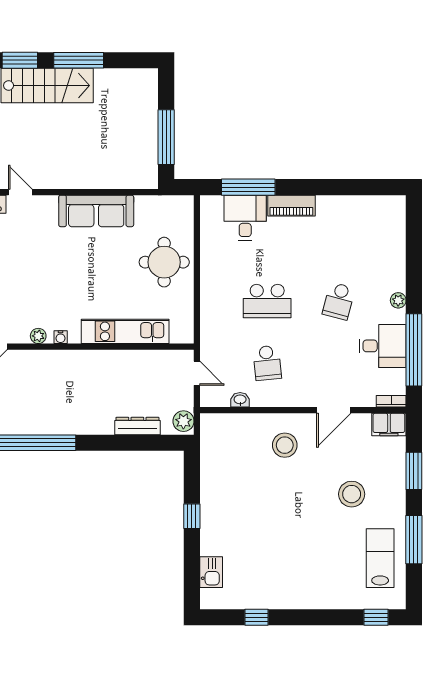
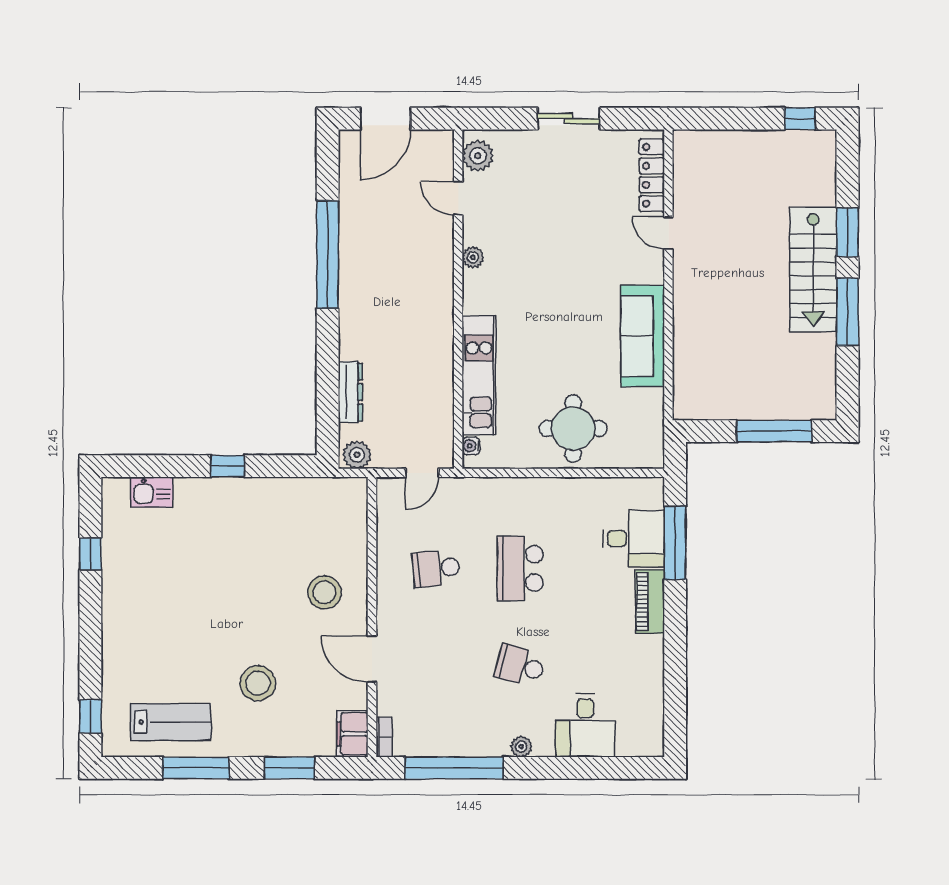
window: (166, 137) -> (774, 431), moved
door: (20, 192) -> (668, 233), swing flipped
water cooler: (61, 337) -> (471, 446), moved
desk: (383, 346) -> (585, 725), moved
washbasin: (240, 400) -> (386, 532), removed

